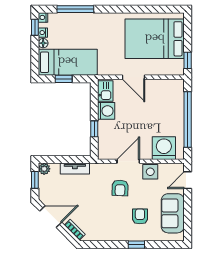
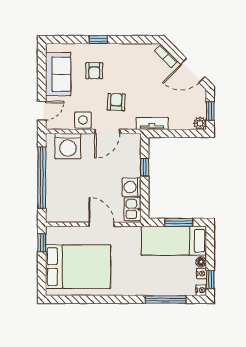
window: (64, 79) -> (179, 222), width x1.50
tv unit: (75, 169) -> (152, 123), moved

